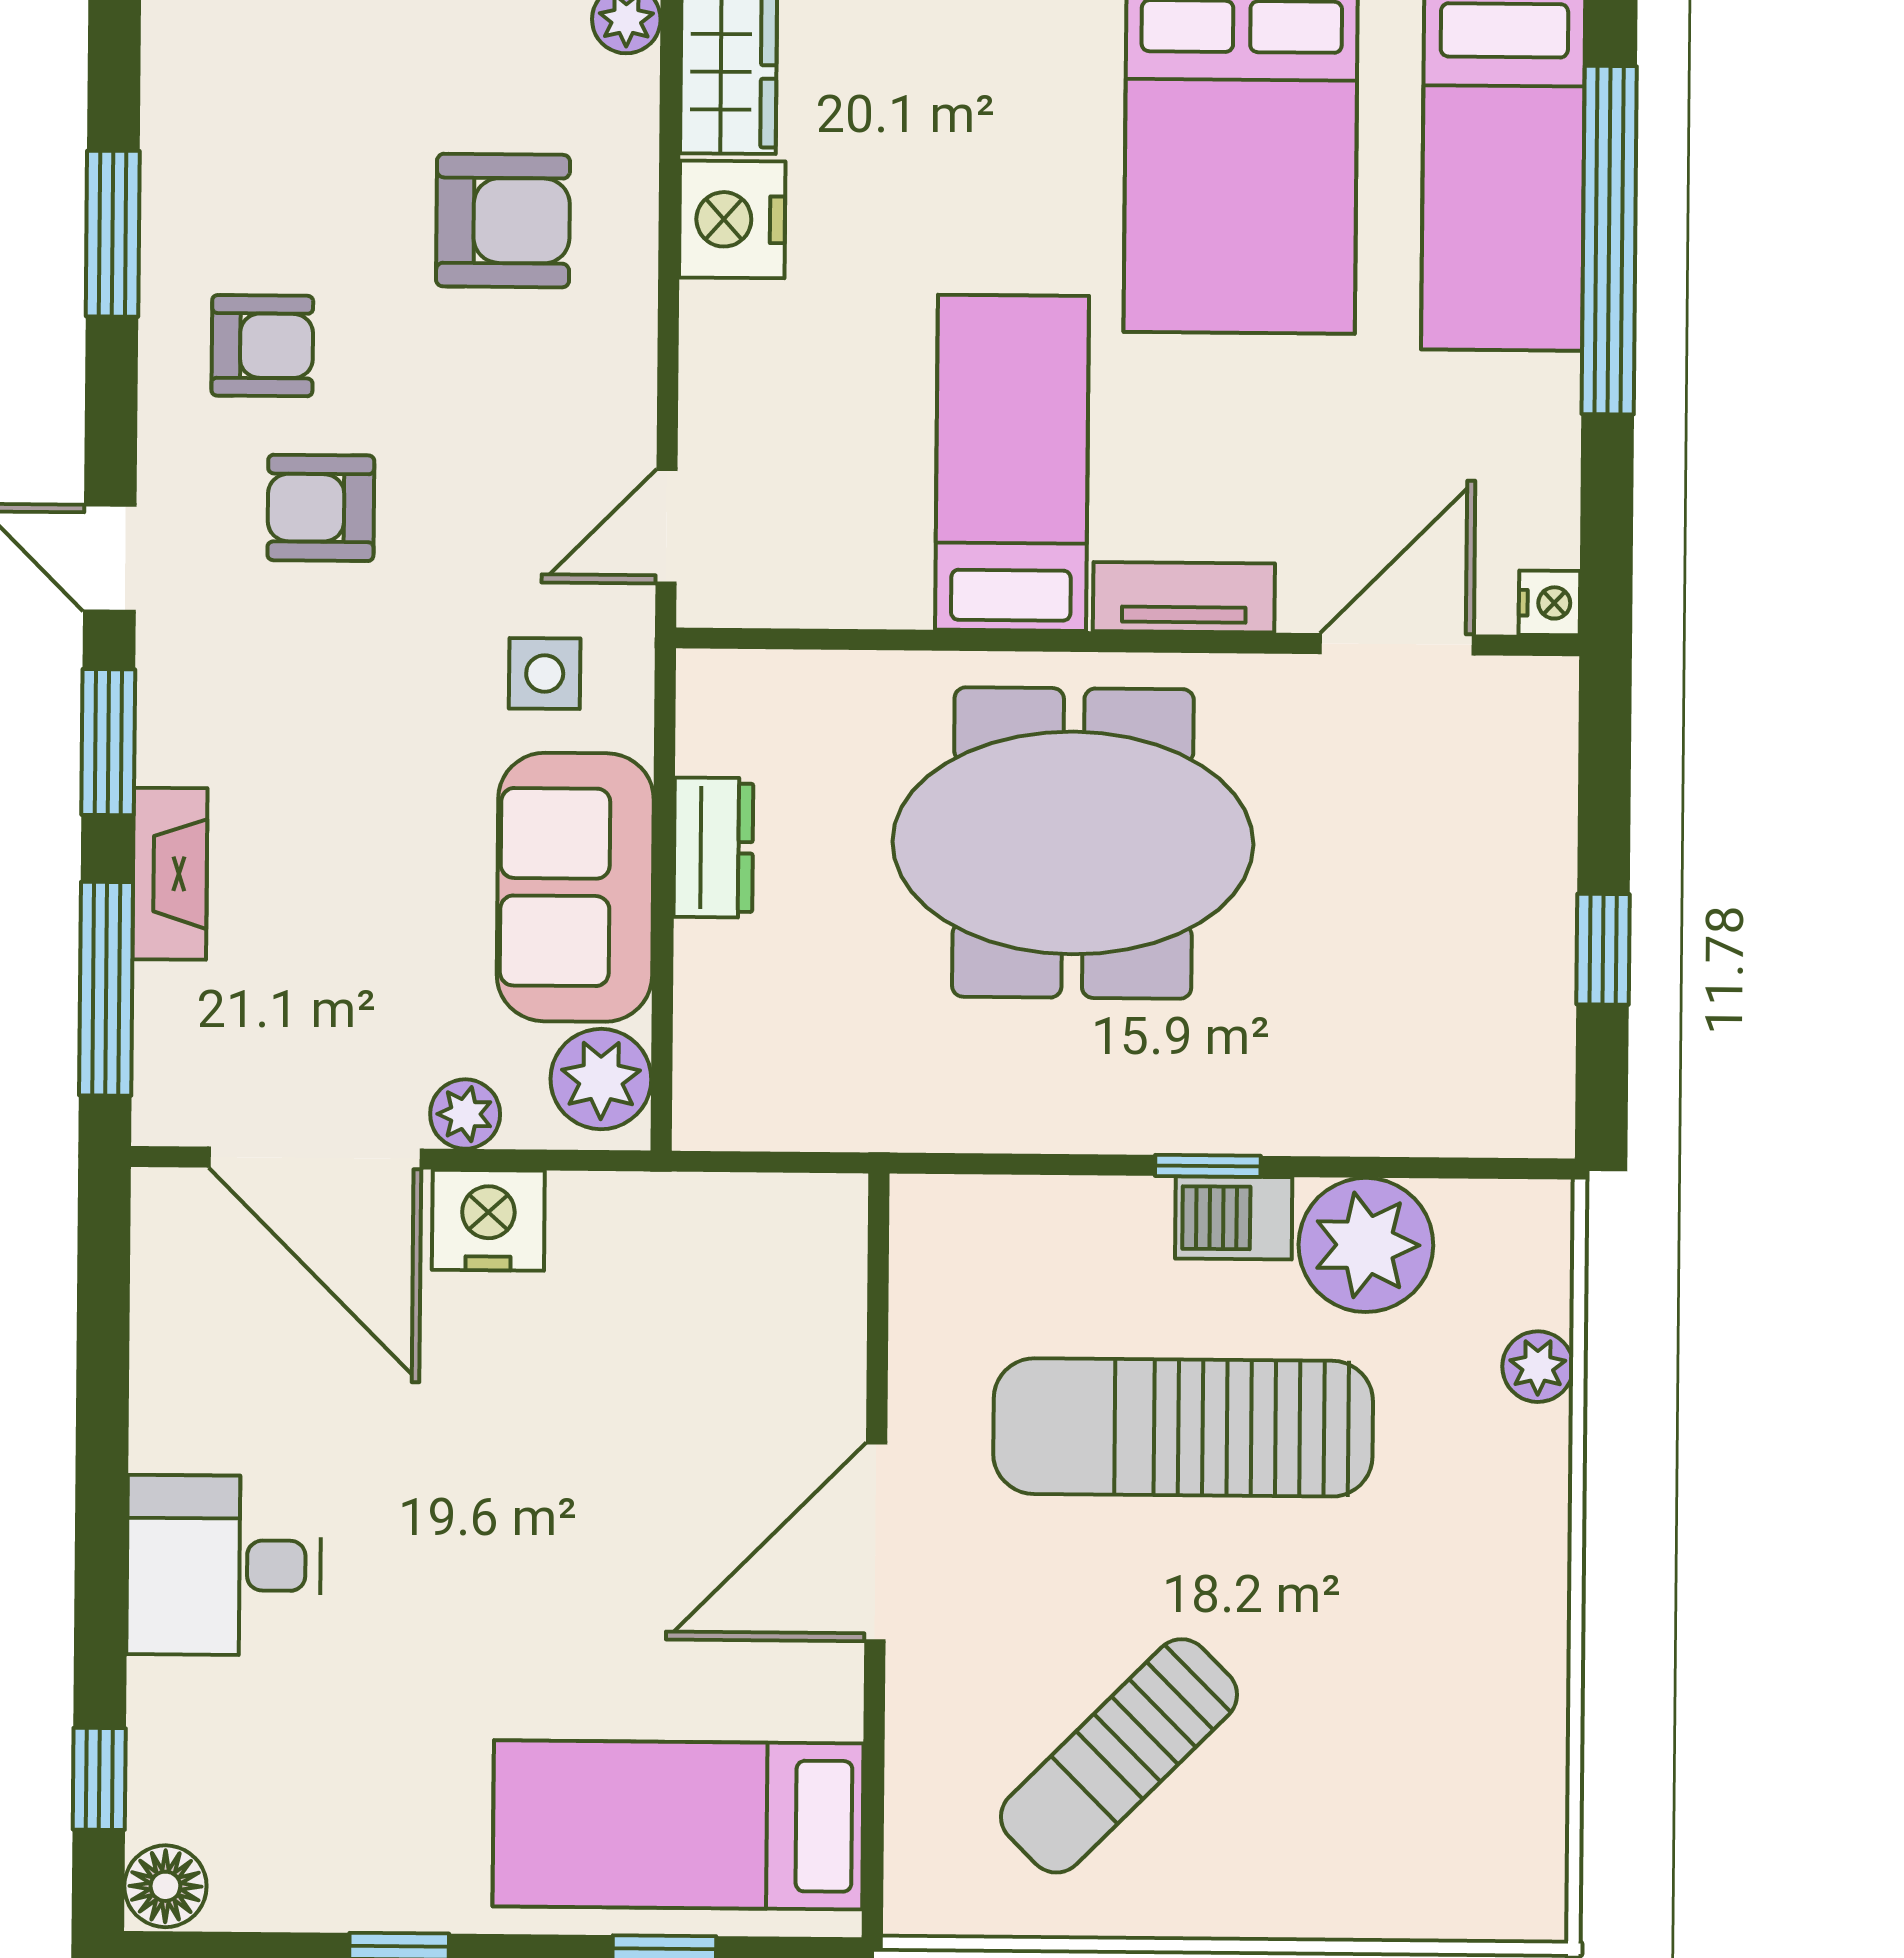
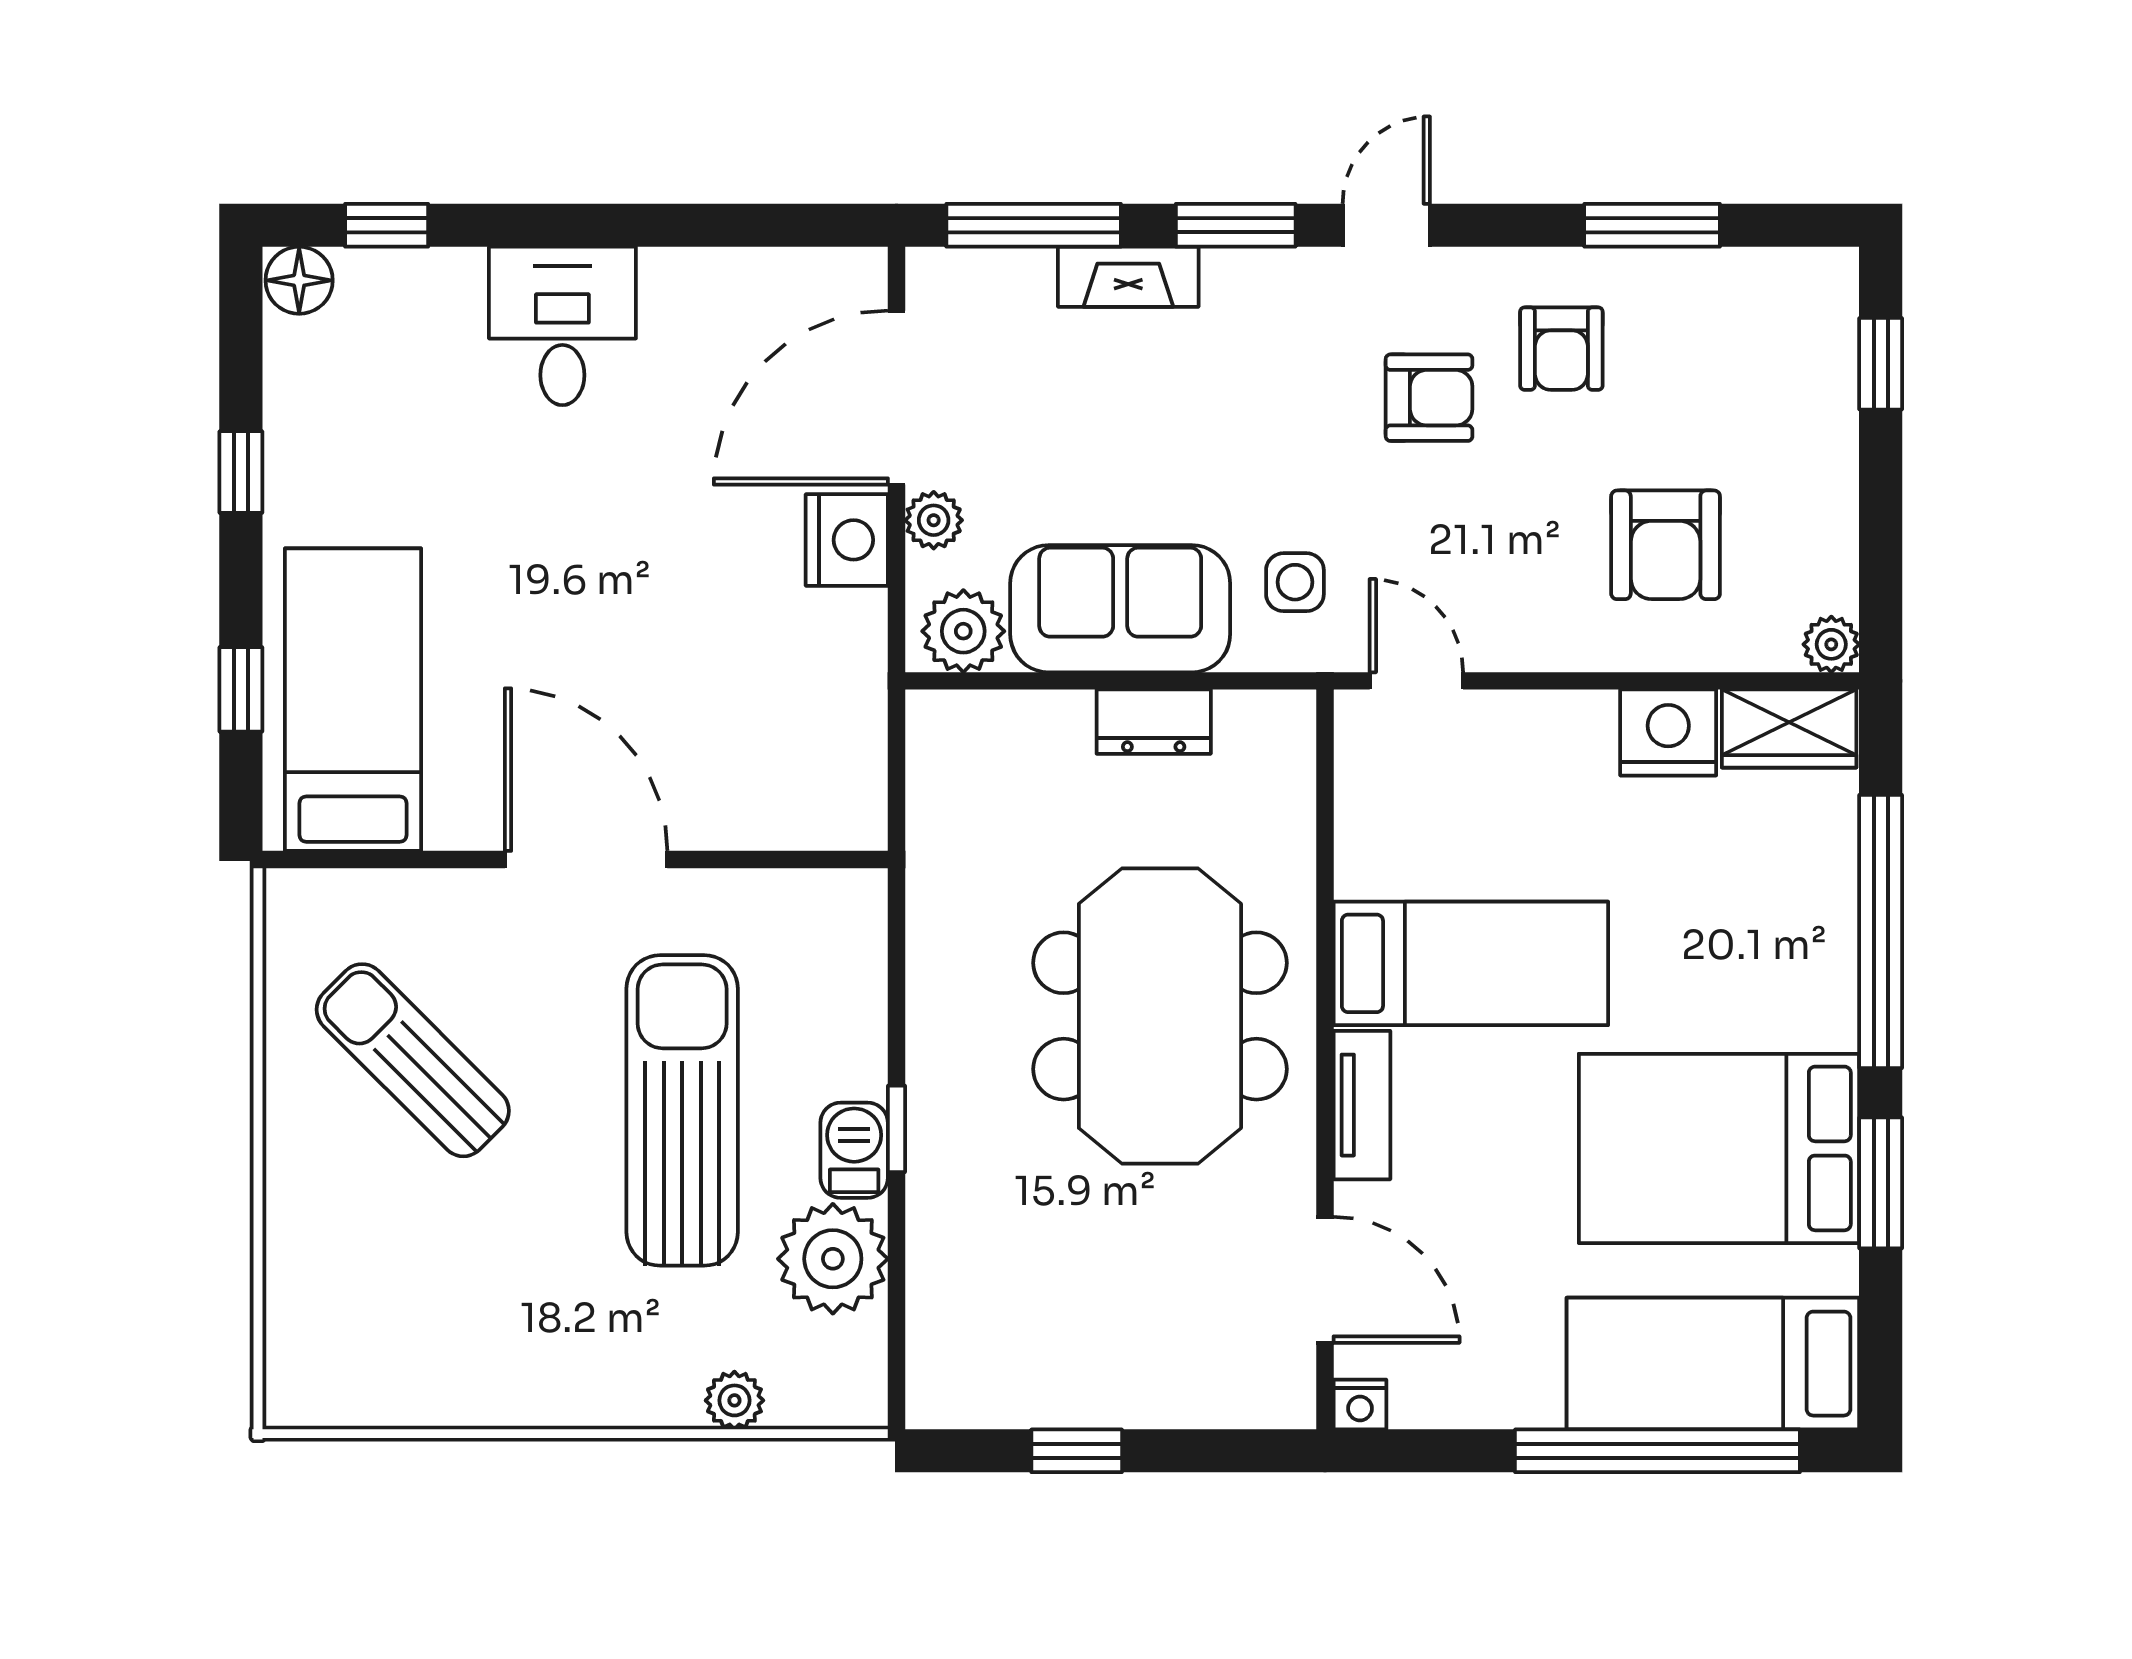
armchair: (321, 508) -> (1429, 398), turned 90

